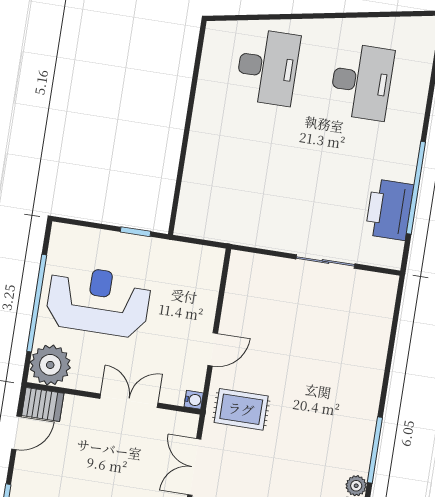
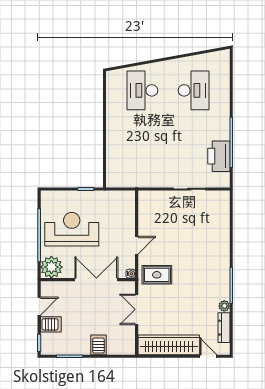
desk: (268, 67) -> (142, 90), turned 180
double door: (129, 401) -> (96, 280), width x1.37
server rack: (43, 404) -> (51, 324), moved

